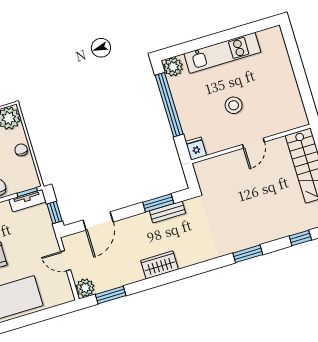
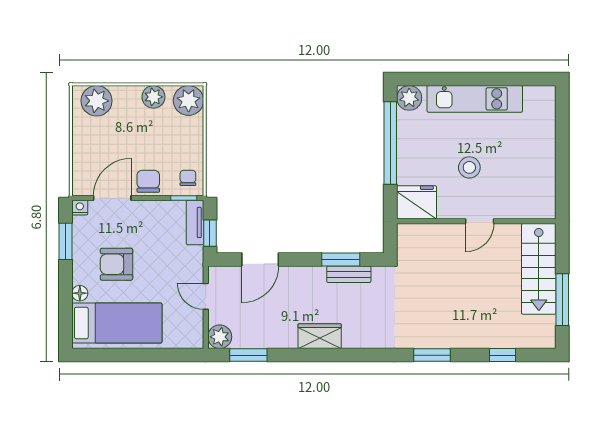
fridge: (196, 149) -> (417, 202), width x1.88, depth x1.34
chair: (21, 150) -> (188, 178), moved
tv unit: (28, 201) -> (195, 222), moved, turned 90

